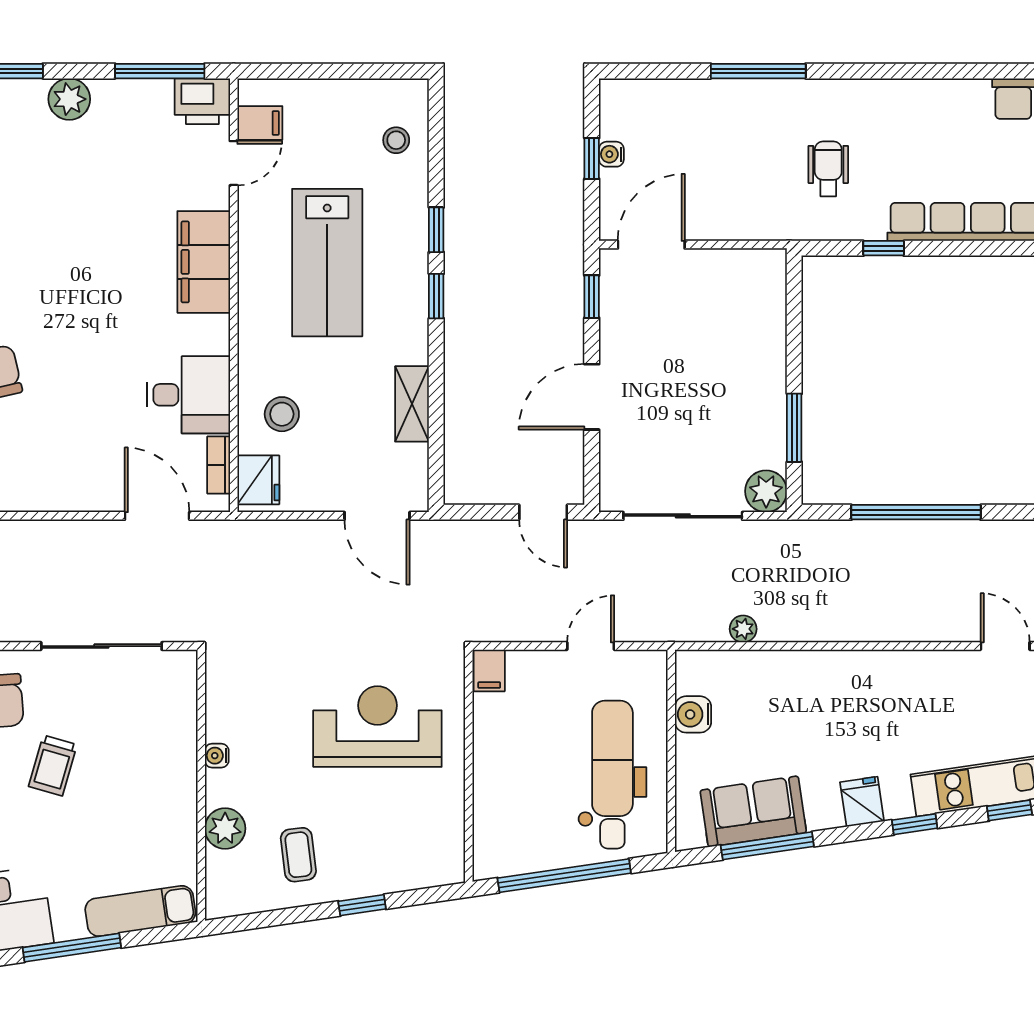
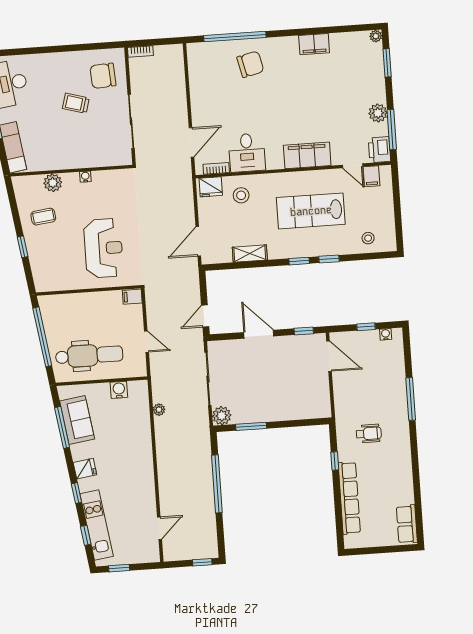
plant: (69, 99) -> (378, 113), moved
water cooler: (611, 154) -> (386, 334), moved

